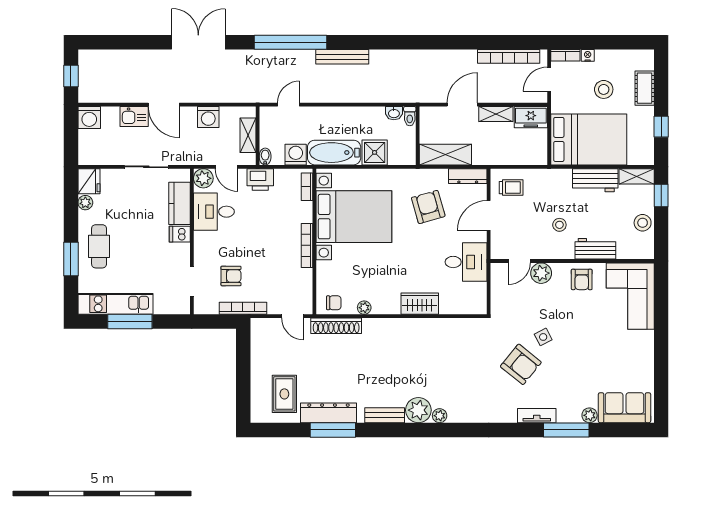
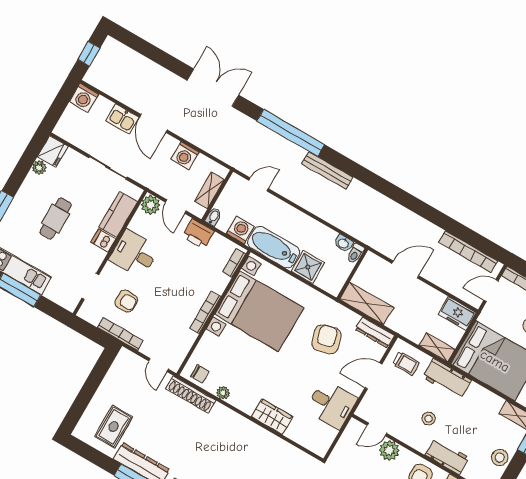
shelving: (496, 114) -> (437, 347), moved
workbench: (595, 180) -> (447, 379), moved
desk: (214, 212) -> (134, 254), moved
cafe table: (99, 246) -> (56, 218), moved

